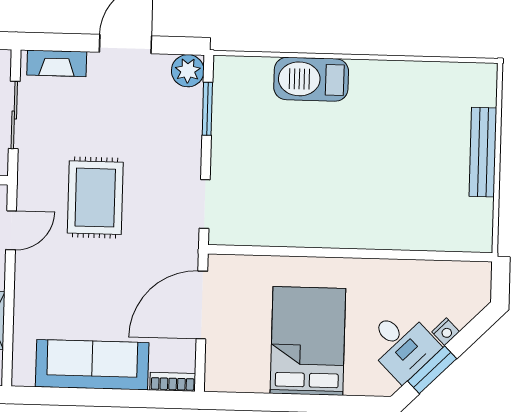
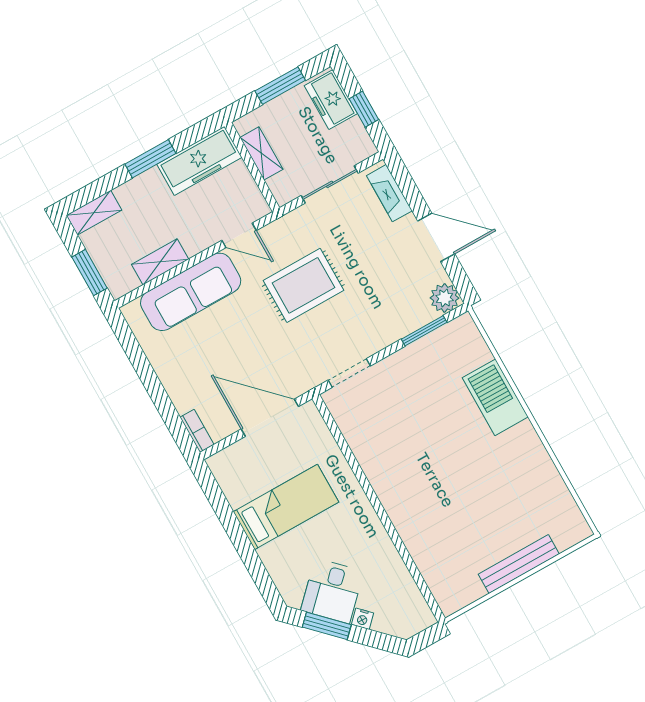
bed: (308, 341) -> (286, 507), width x0.67
sofa: (92, 365) -> (191, 292), moved, turned 90

